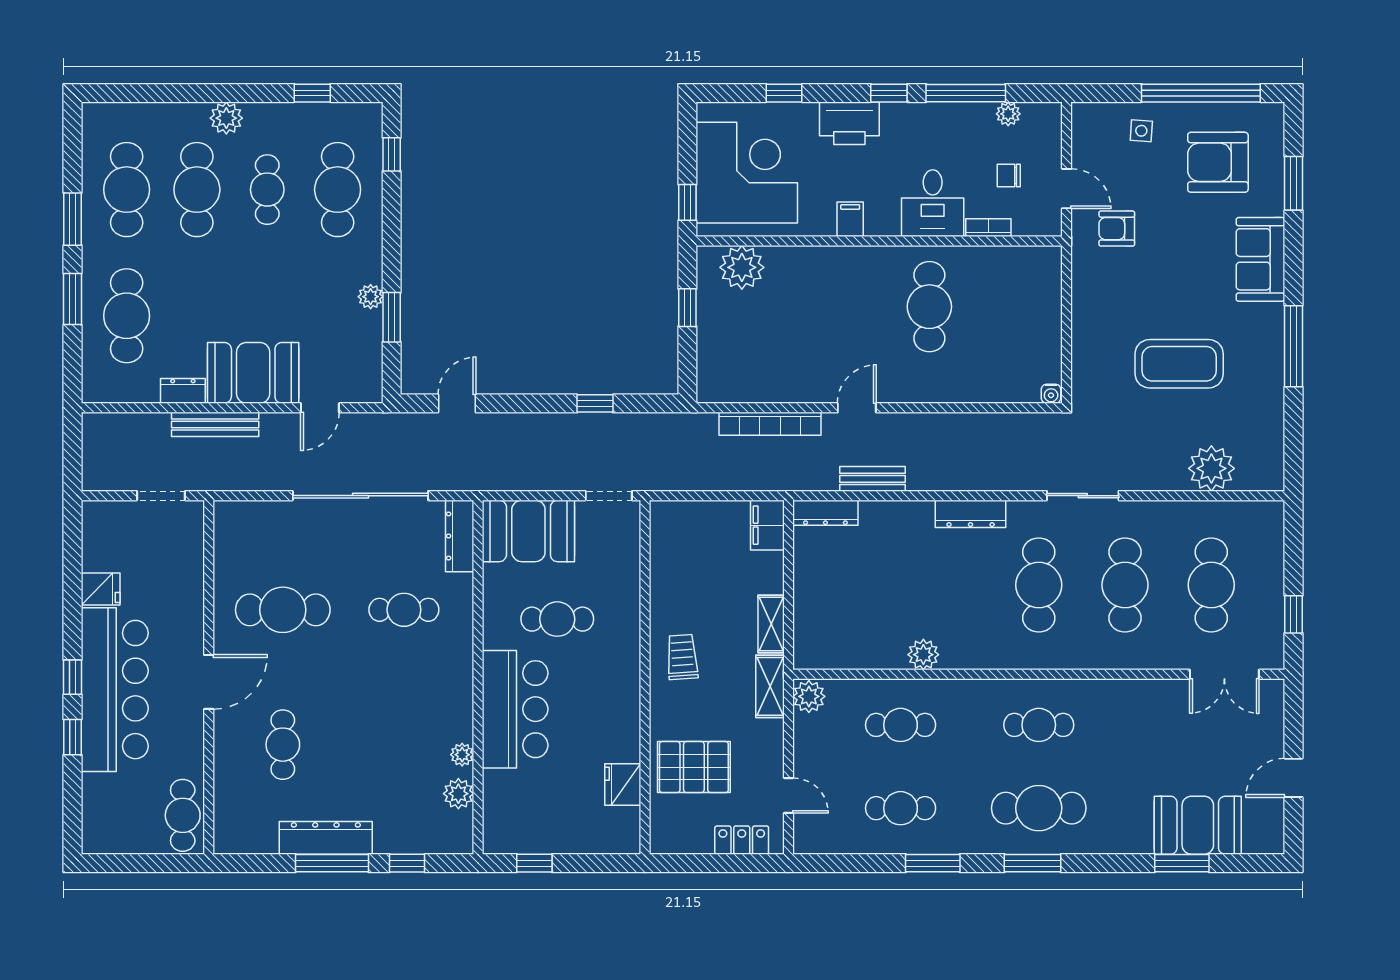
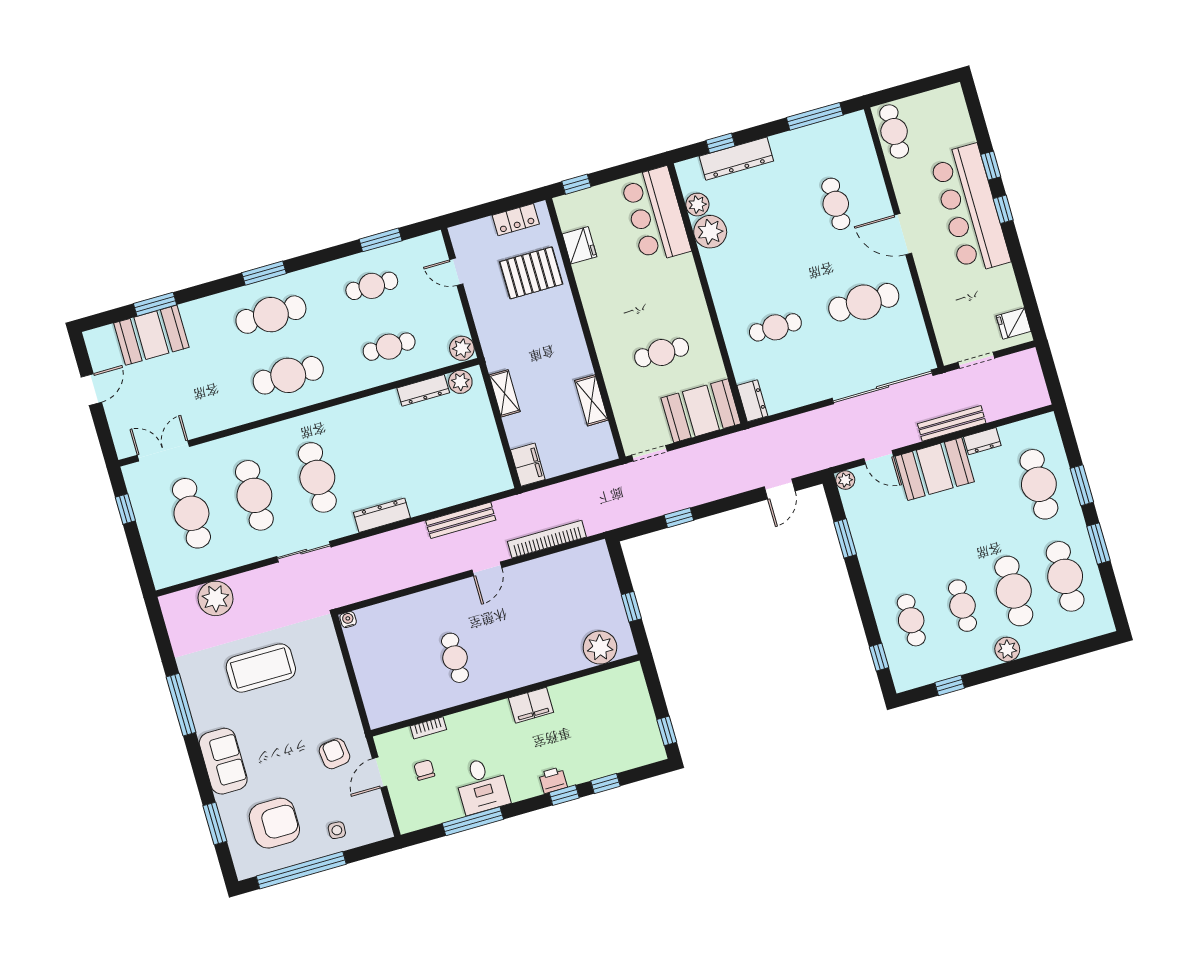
window: (889, 93) -> (564, 795), moved
plant: (1008, 114) -> (438, 815), removed
printer: (849, 123) -> (553, 780), width x0.53, depth x0.68
corner desk: (747, 173) -> (616, 718), removed
chair: (1009, 175) -> (424, 770), turned -90
door: (1067, 189) -> (379, 772), hinge flipped
cafe table: (338, 190) -> (911, 620), width x0.73, depth x0.74
window: (687, 202) -> (667, 731), moved
desk: (933, 203) -> (482, 785), moved, turned 180
filing cabinet: (850, 219) -> (531, 705), width x2.00
armchair: (1117, 229) -> (334, 754), turned -97
plant: (371, 297) -> (845, 480), moved
cafe table: (929, 307) -> (455, 658), width x0.73, depth x0.74
door: (320, 408) -> (879, 457), swing flipped
bench: (872, 479) -> (461, 520), width x1.36
sliding door: (360, 496) -> (883, 387), moved
dresser: (825, 513) -> (423, 390), moved, turned 180
dresser: (460, 536) -> (752, 401), width x0.70
fridge: (101, 589) -> (1014, 323), moved
plant: (923, 655) -> (460, 382), moved
trolley: (682, 657) -> (563, 351), removed
door: (209, 682) -> (903, 234), hinge flipped
shelving: (770, 686) -> (591, 400), moved
bar counter: (515, 709) -> (656, 215), moved
cafe table: (1039, 725) -> (288, 375), width x1.37, depth x1.35
plant: (462, 755) -> (710, 232), width x1.88, depth x1.88
dresser: (326, 838) -> (736, 159), moved
locker: (742, 840) -> (516, 220), moved
window: (332, 863) -> (815, 116), moved
window: (534, 863) -> (576, 184), moved
window: (933, 863) -> (381, 240), moved

